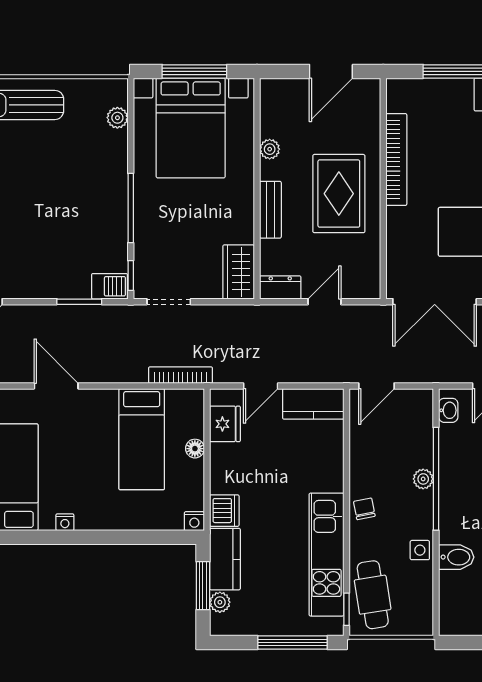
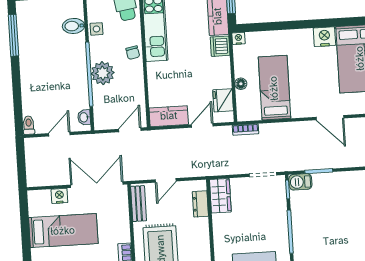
bench: (270, 210) -> (139, 204), moved
dresser: (280, 287) -> (200, 204), moved, turned 90
bookcase: (180, 375) -> (245, 130), width x0.64
plant: (423, 479) -> (103, 73), width x1.88, depth x1.88
nightstand: (65, 522) -> (324, 37), width x1.89, depth x1.79

